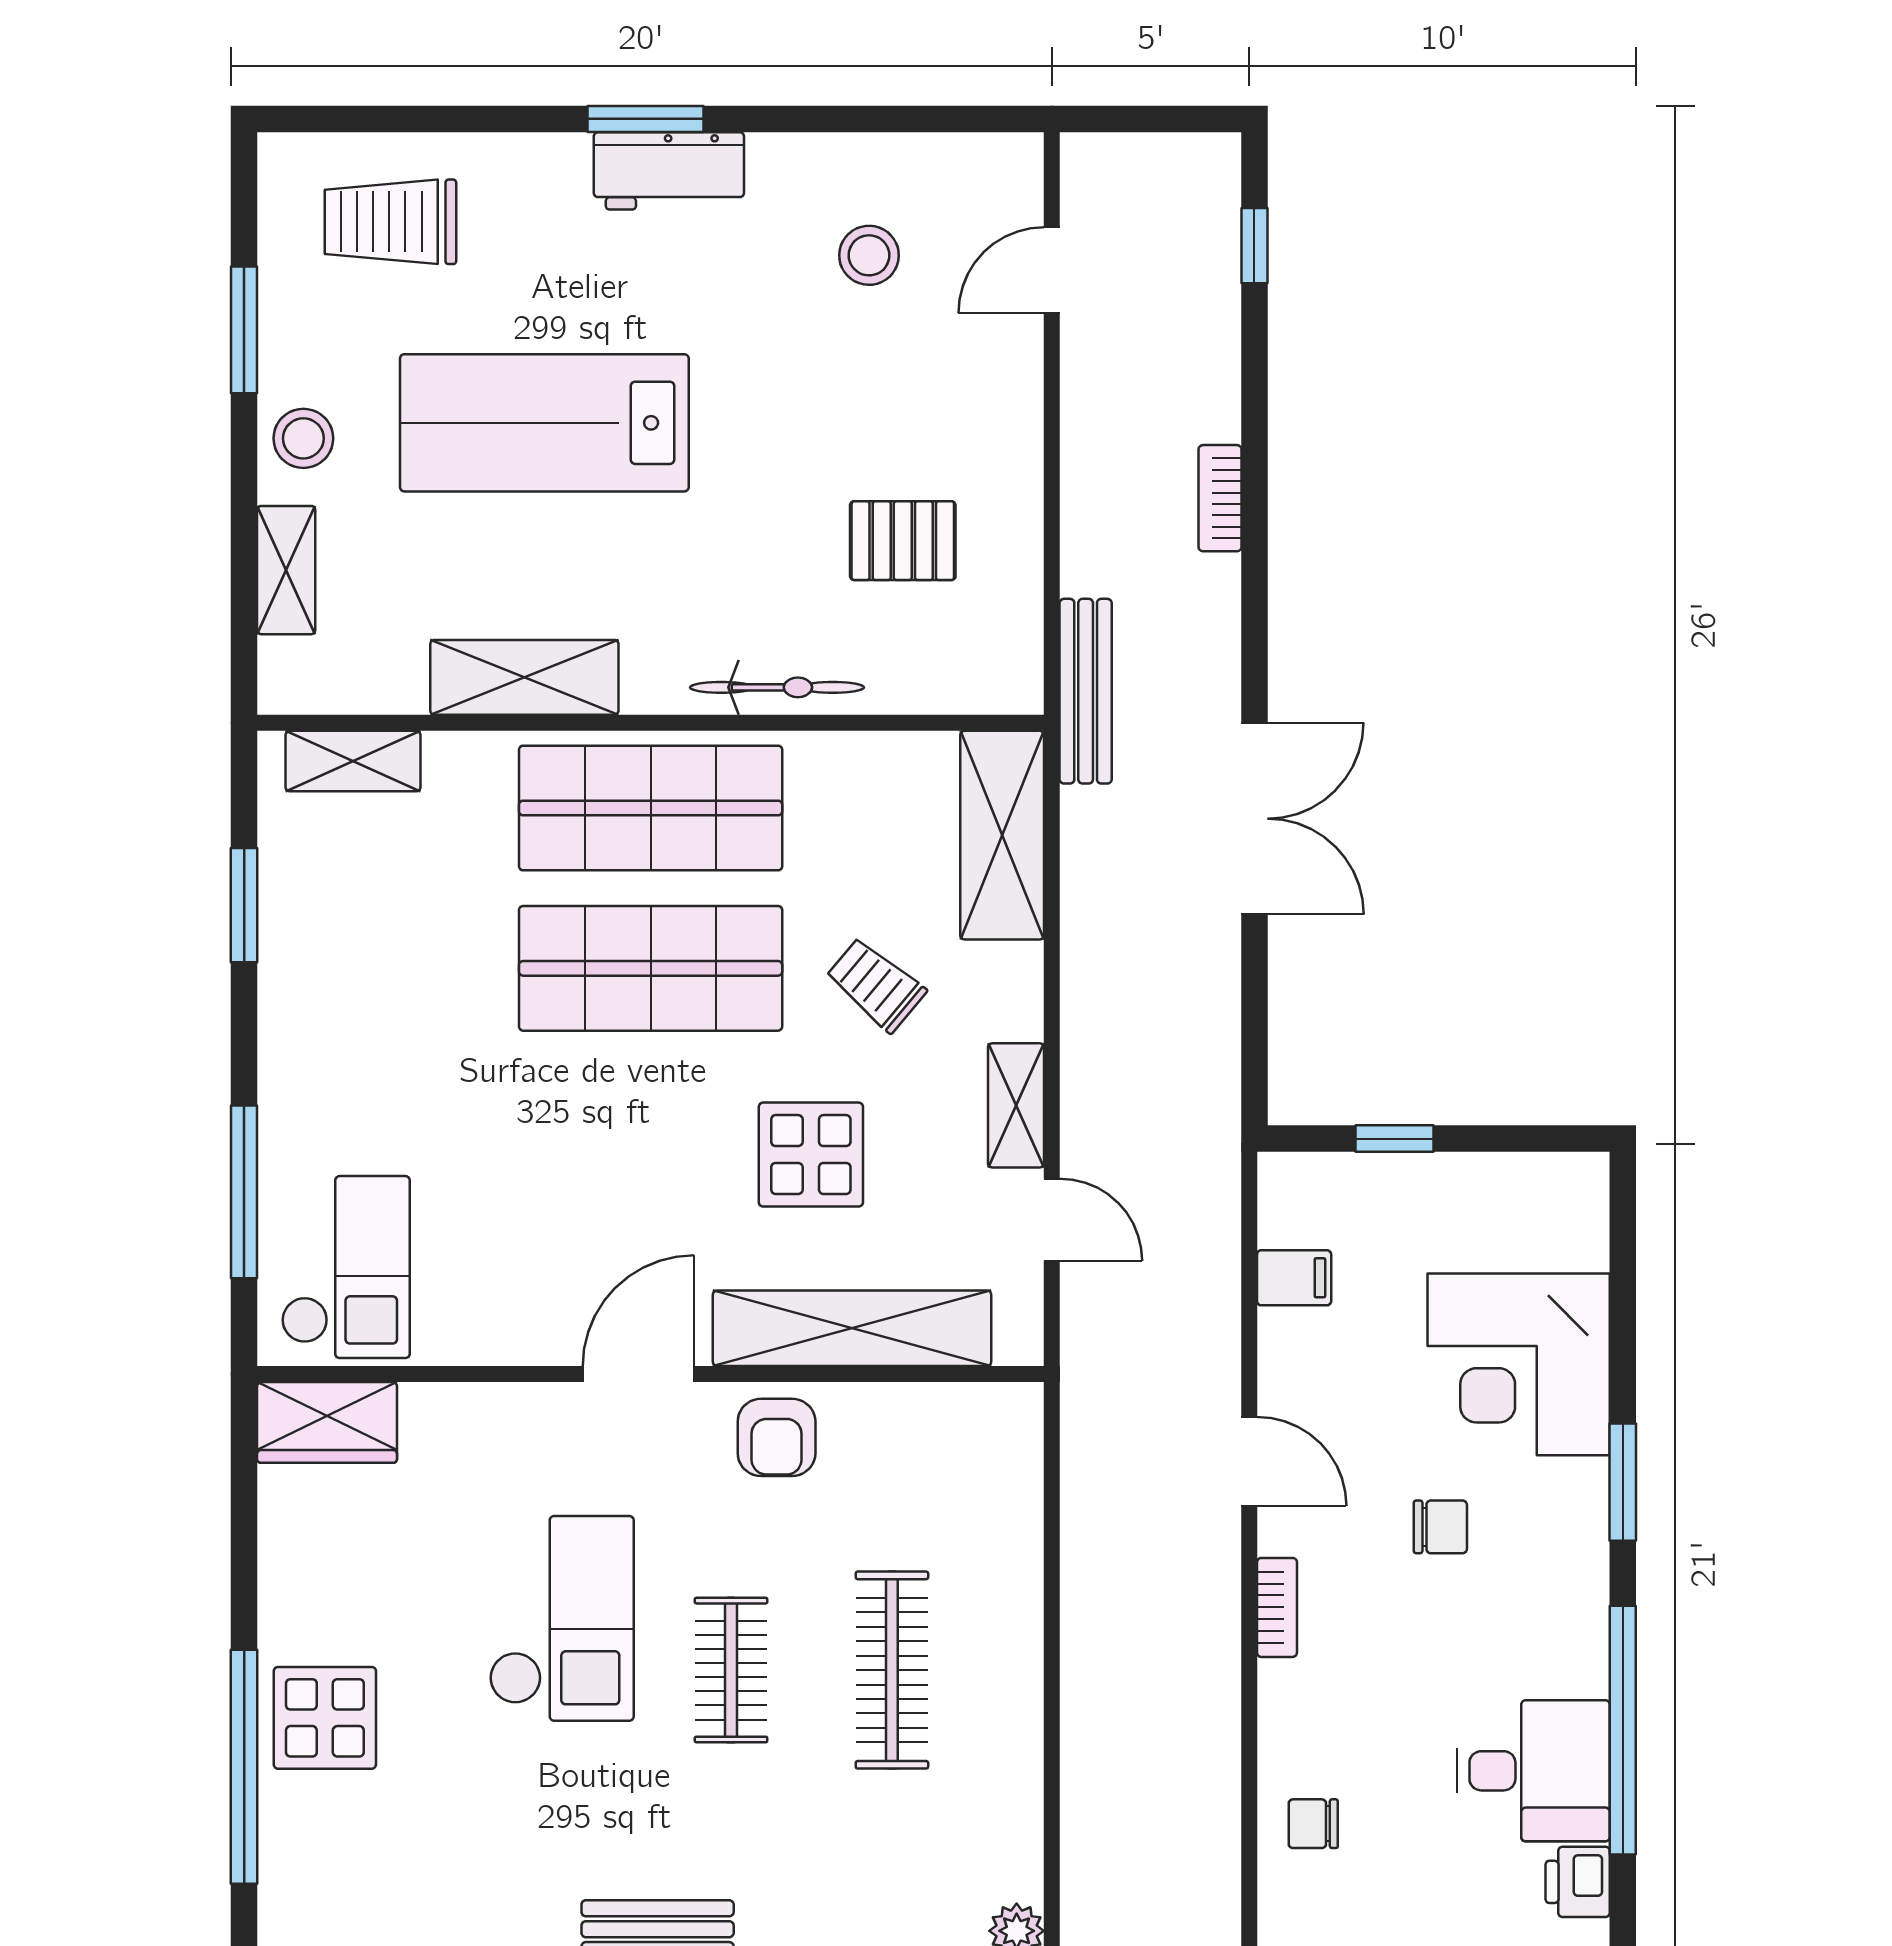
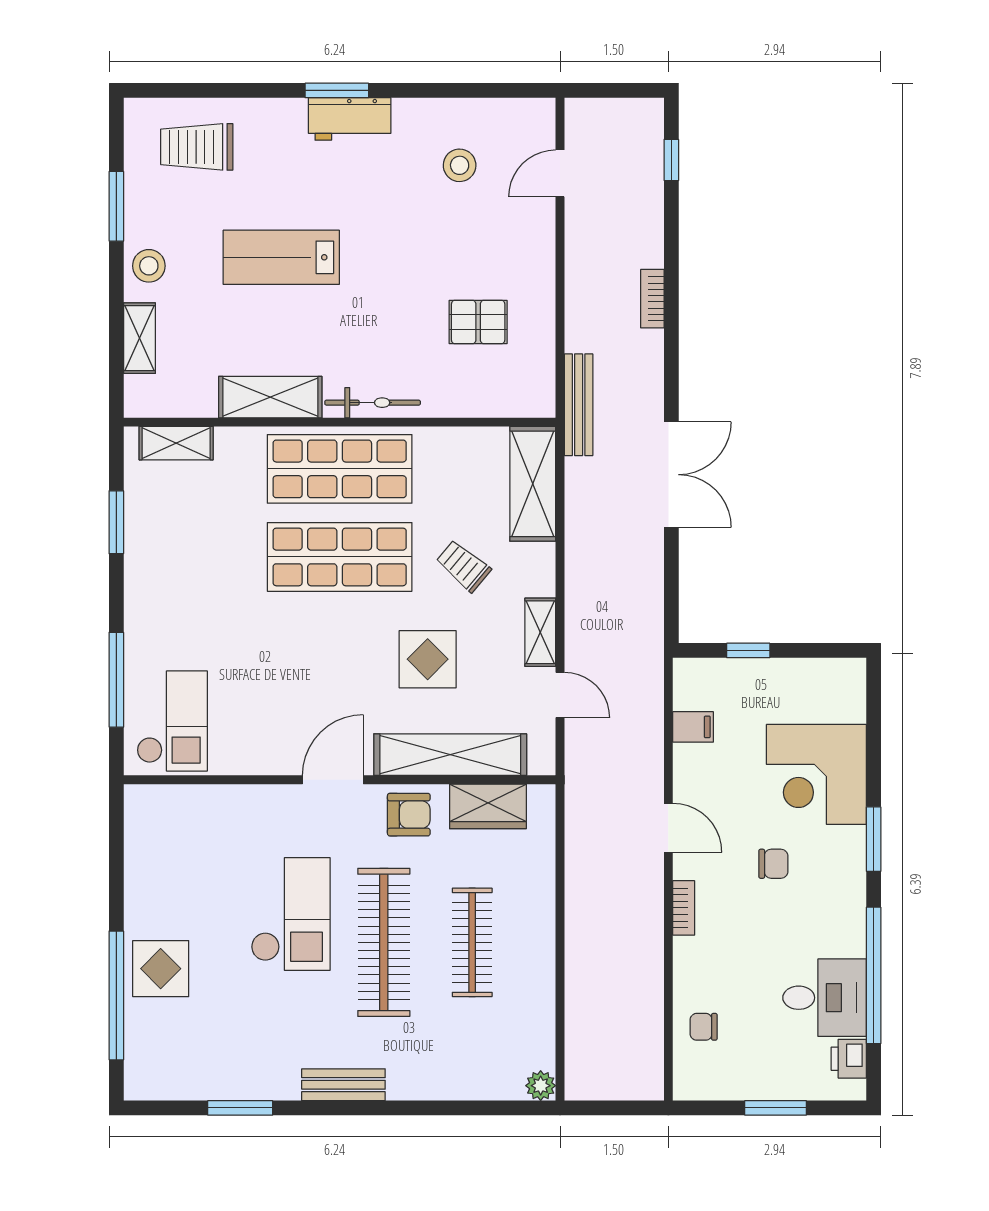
lab bench: (544, 423) -> (281, 257), width x0.73, depth x0.72
bicycle: (777, 687) -> (373, 403), moved
wardrobe: (327, 1422) -> (488, 806), moved
armchair: (777, 1437) -> (409, 815), turned -90
clothes rail: (731, 1670) -> (384, 942), width x1.86, depth x1.31

